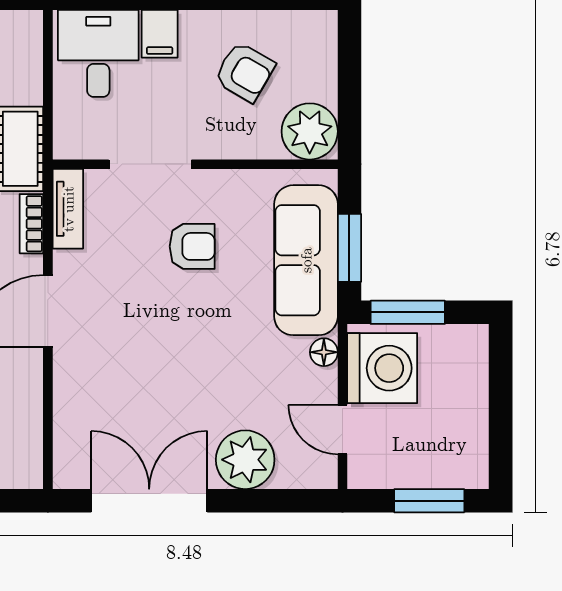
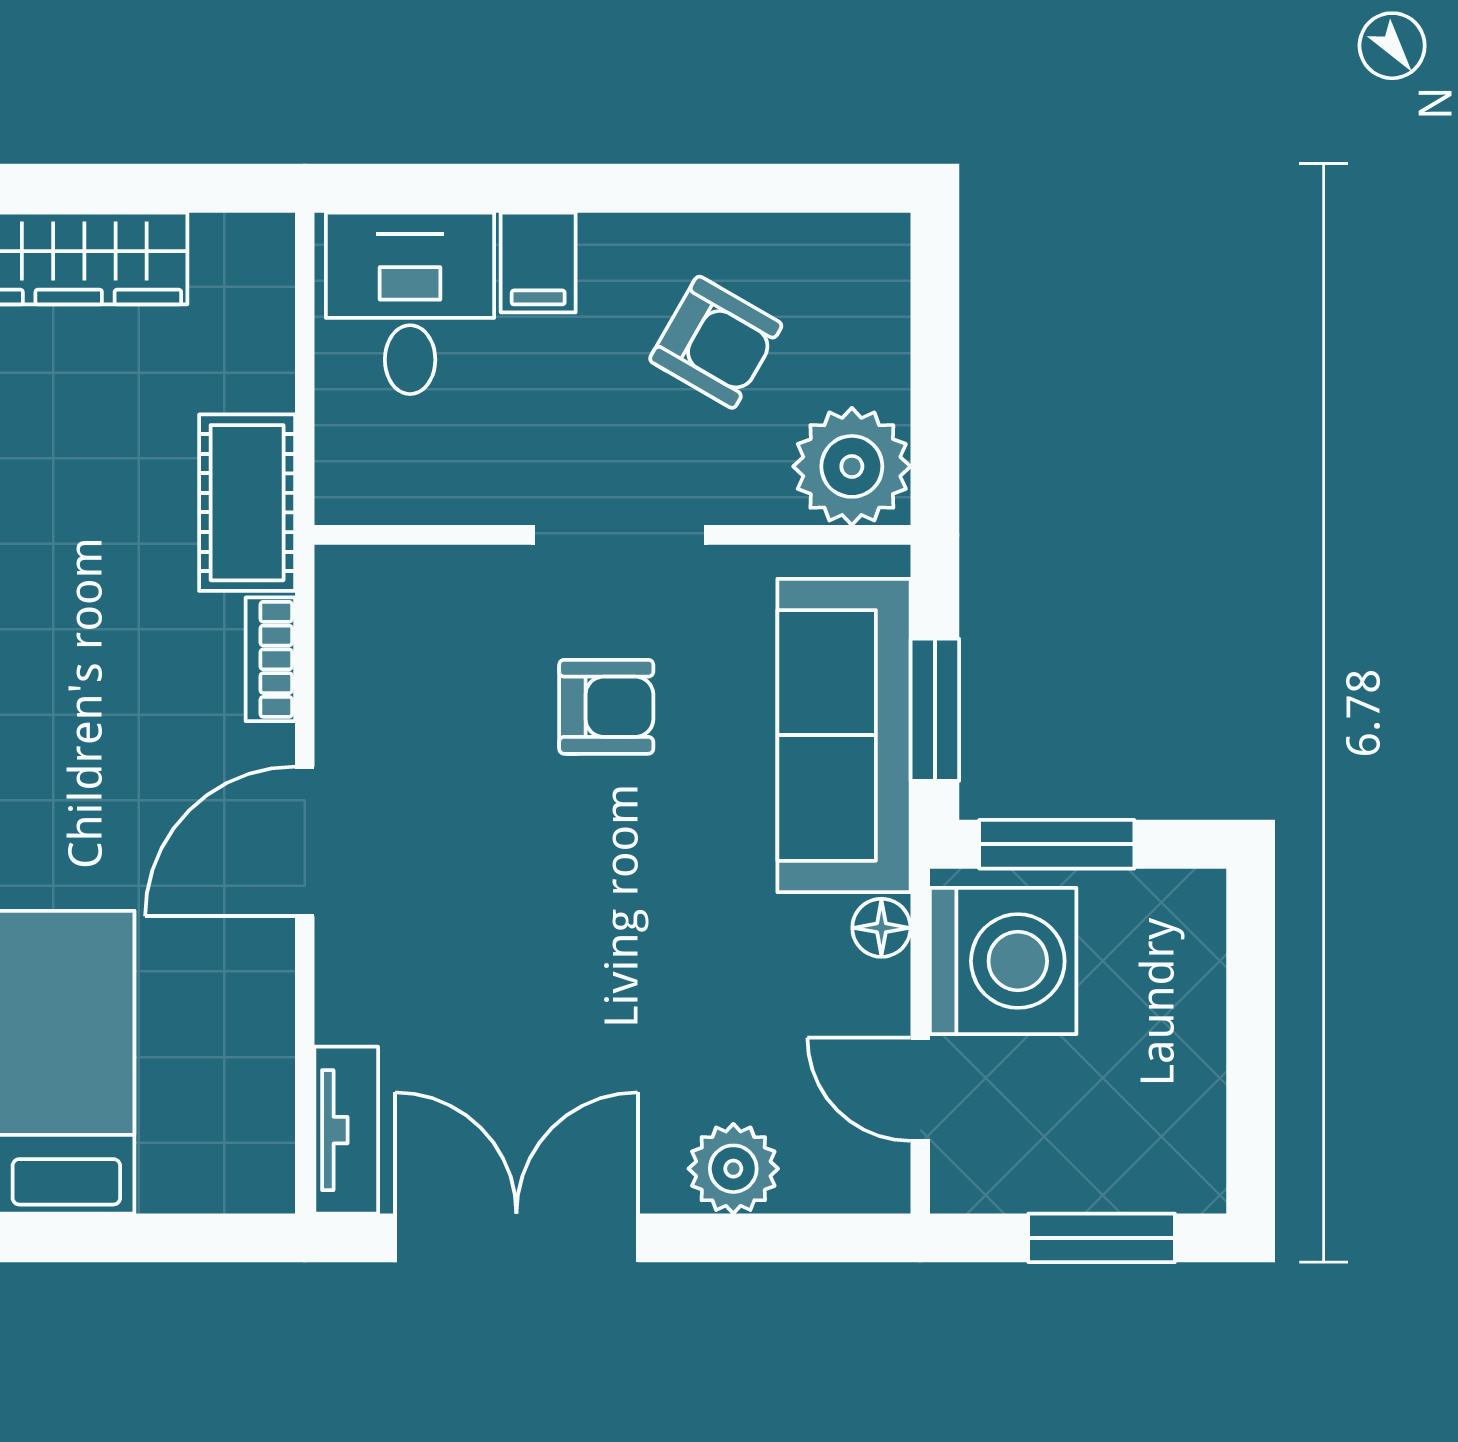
doorway: (150, 164) -> (620, 535), moved
tv unit: (68, 209) -> (346, 1130), moved
plant: (245, 460) -> (733, 1169), width x0.73, depth x0.73

